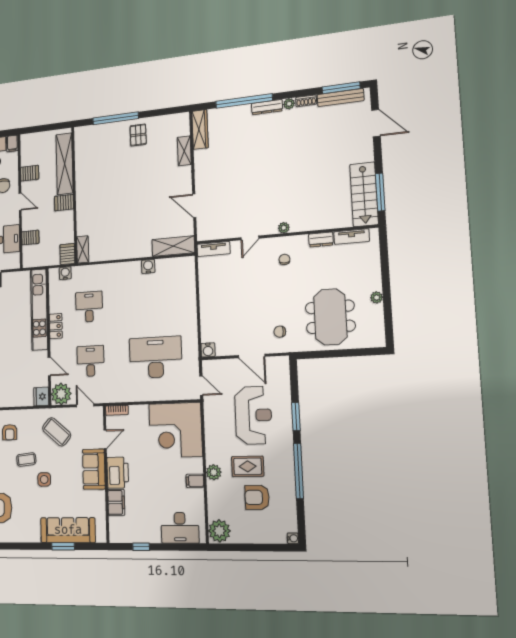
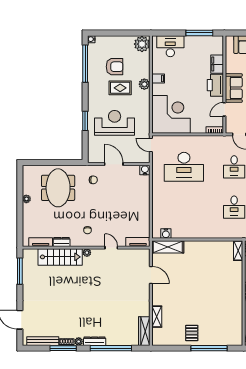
window: (341, 88) -> (63, 348), moved
stairs: (364, 194) -> (60, 257), moved, turned 90
door: (250, 238) -> (111, 248), hinge flipped
water cooler: (148, 266) -> (166, 234), moved
reception desk: (253, 415) -> (115, 123), turned 90
window: (299, 471) -> (85, 64), moved
window: (141, 547) -> (199, 33), width x2.17

